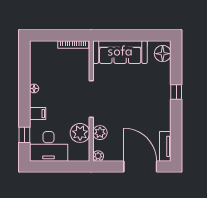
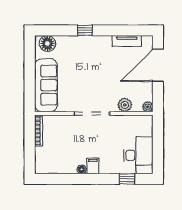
filing cabinet: (38, 114) -> (93, 166), moved
plant: (80, 133) -> (125, 124), removed
tv unit: (165, 146) -> (127, 41), moved

